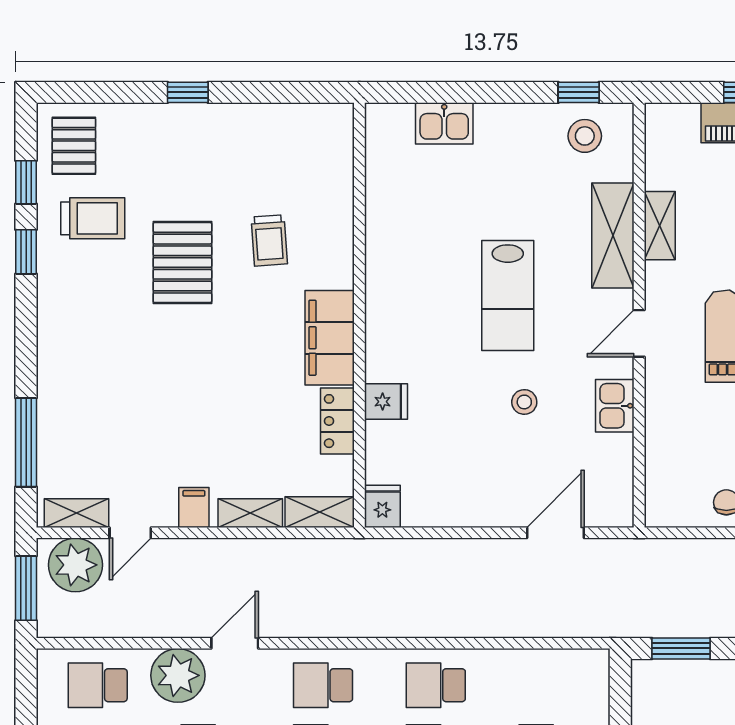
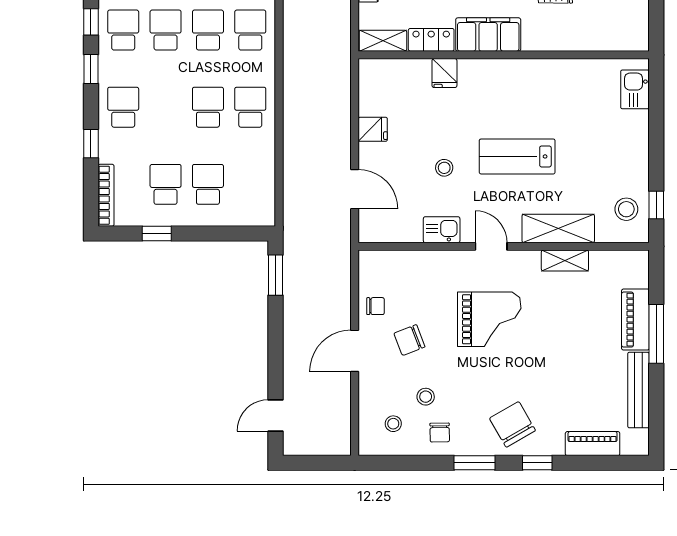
kitchen sink: (444, 123) -> (635, 89), moved
fridge: (382, 506) -> (373, 129), moved
shelving: (320, 512) -> (383, 41), moved, turned 90

